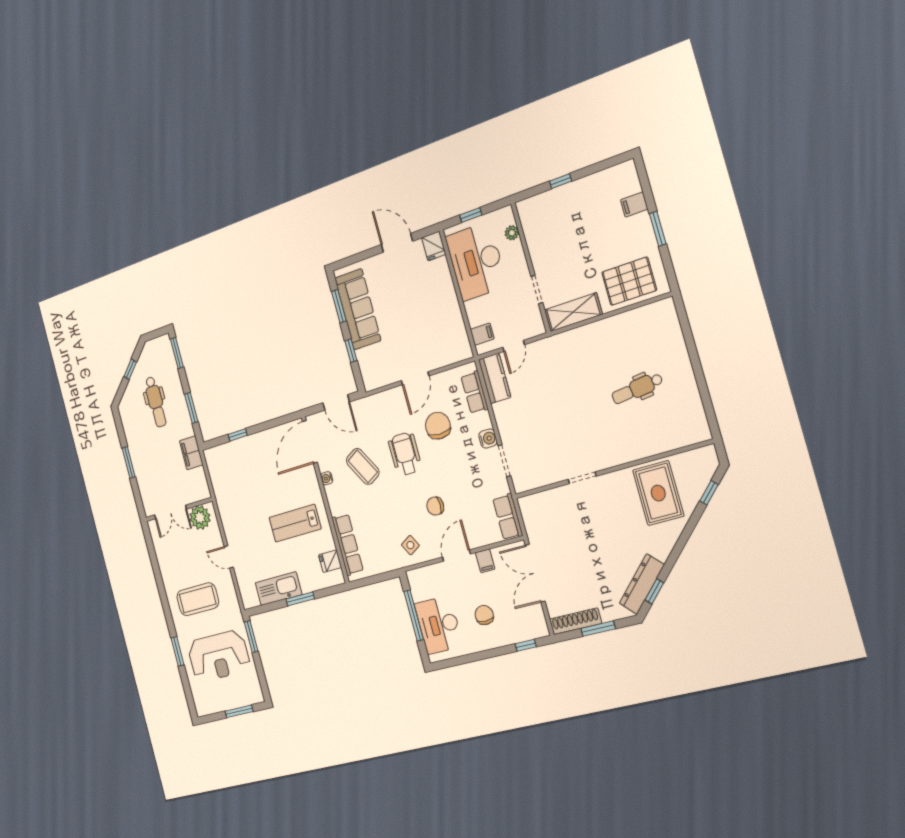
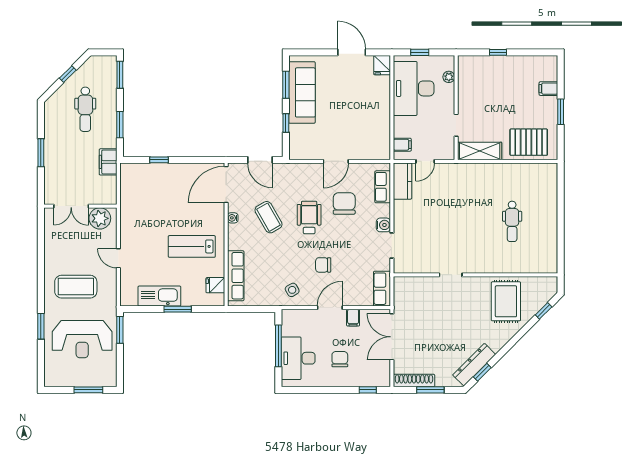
dental chair: (637, 389) -> (512, 221), turned -83

